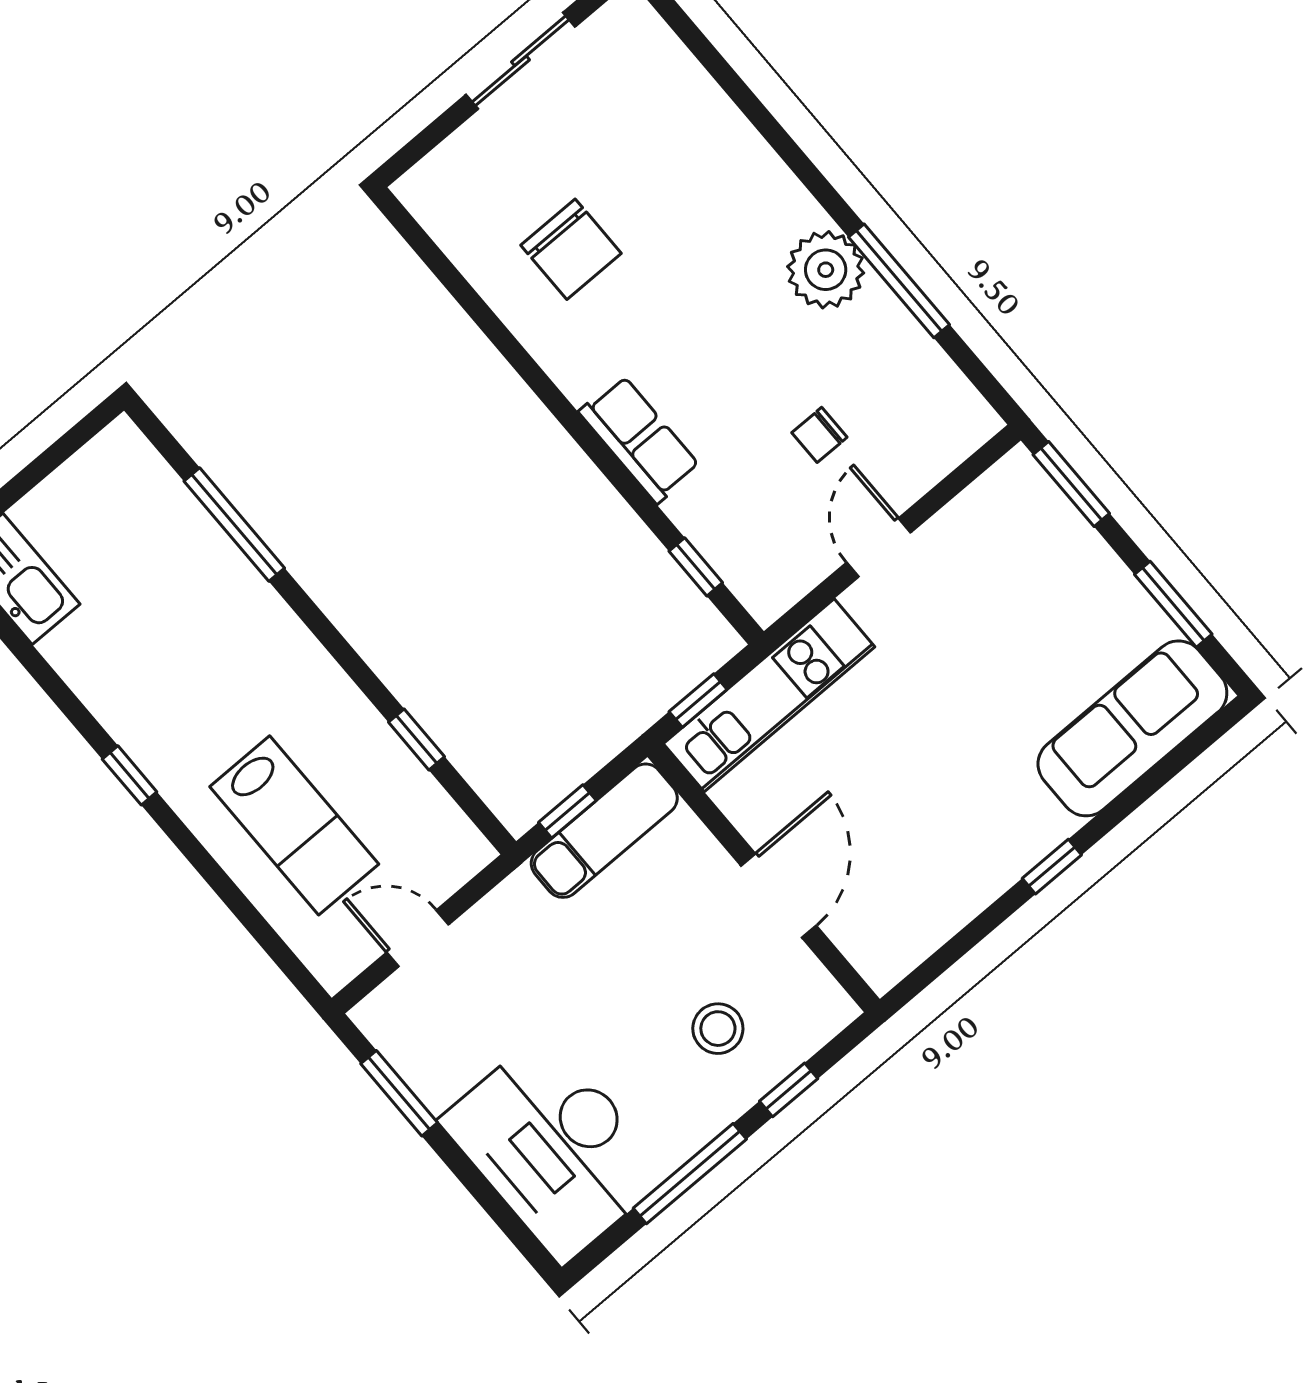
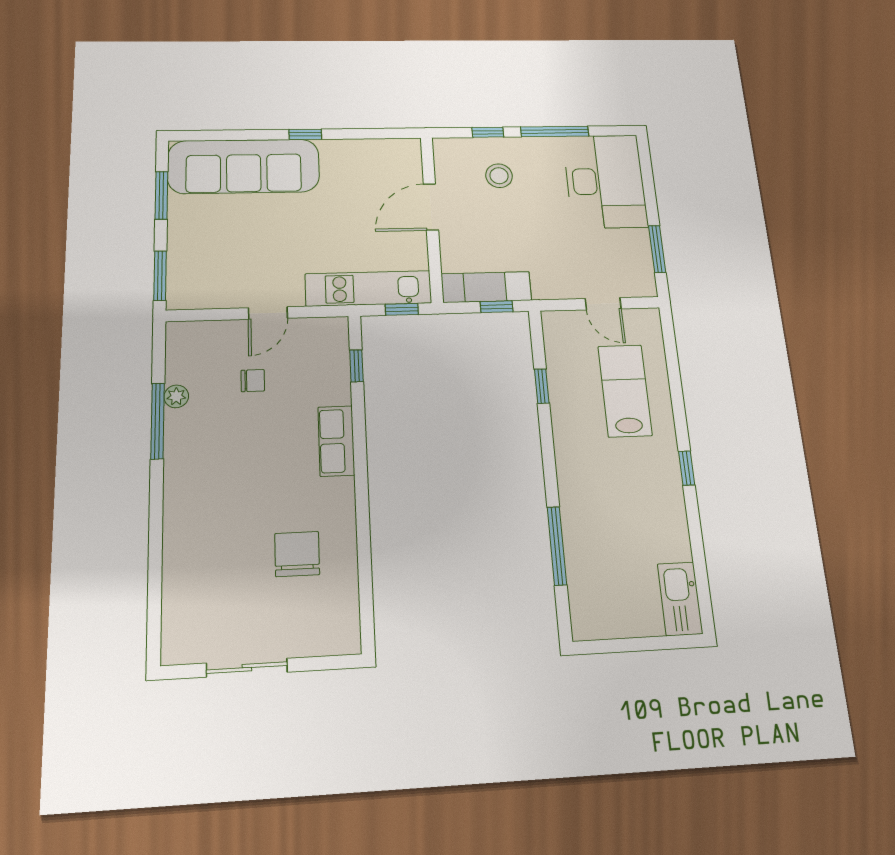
plant: (826, 270) -> (176, 396), moved, width x0.53, depth x0.53
sofa: (1132, 728) -> (244, 166), width x1.36, depth x1.27

